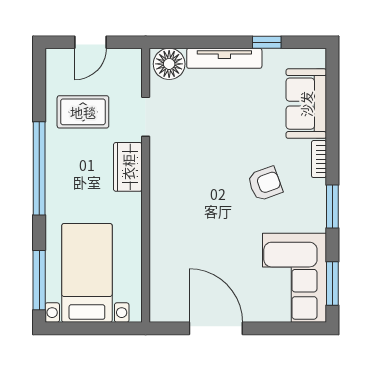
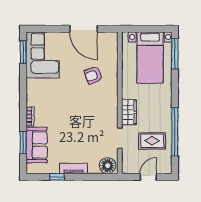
tv unit: (224, 58) -> (73, 169), width x0.71
window: (39, 168) -> (175, 132), moved
armchair: (265, 184) -> (93, 75), moved
window: (332, 207) -> (23, 143), moved

